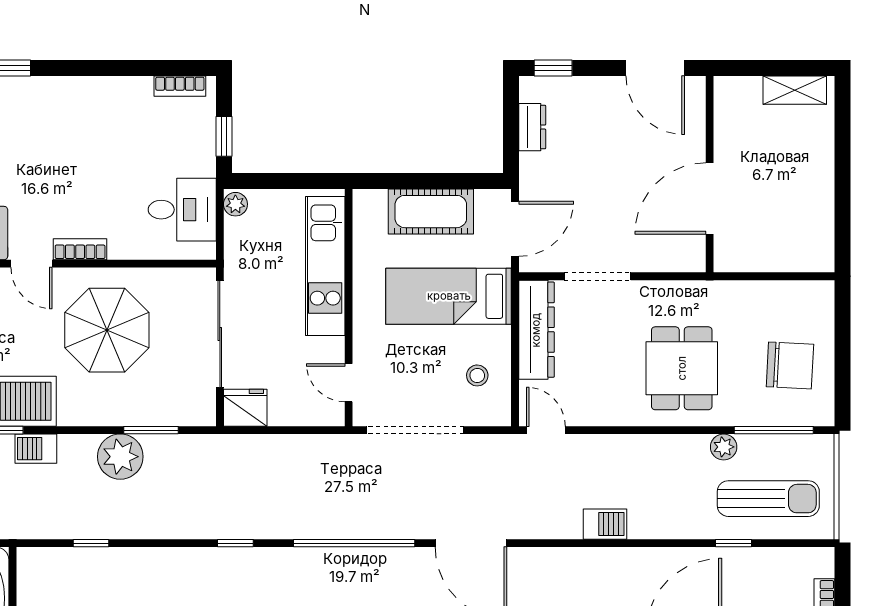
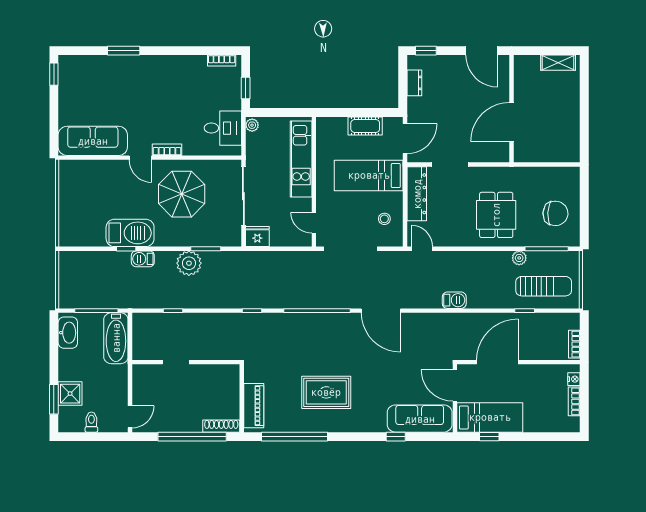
cot: (431, 212) -> (365, 126), width x0.73, depth x0.75

